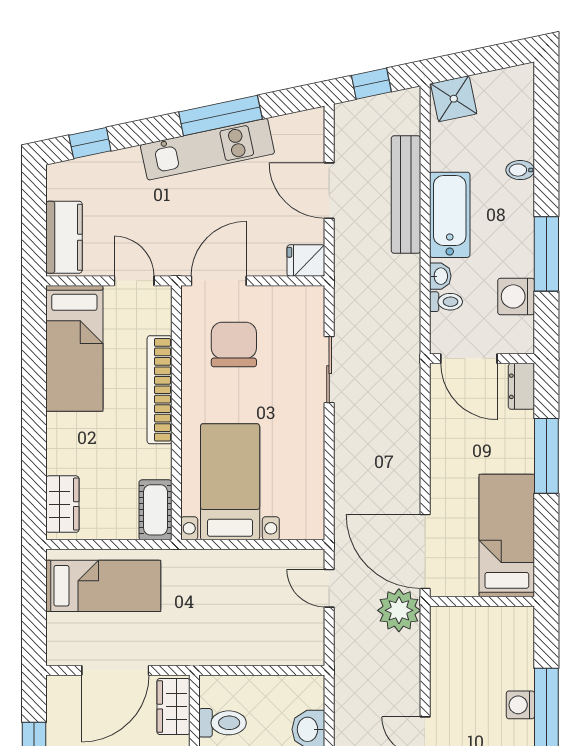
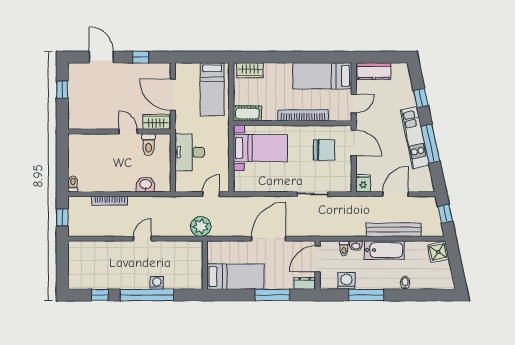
window: (90, 143) -> (421, 98), moved
door: (425, 551) -> (269, 239), moved
desk: (239, 634) -> (190, 152), added

